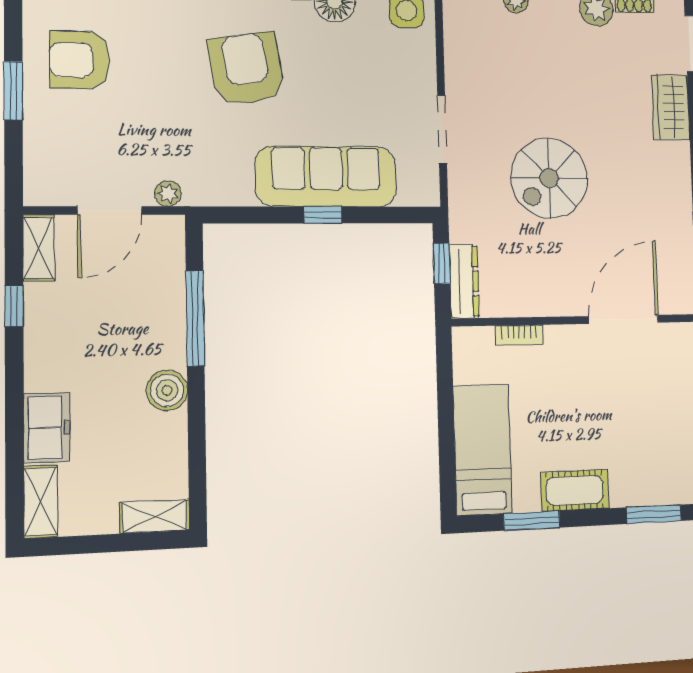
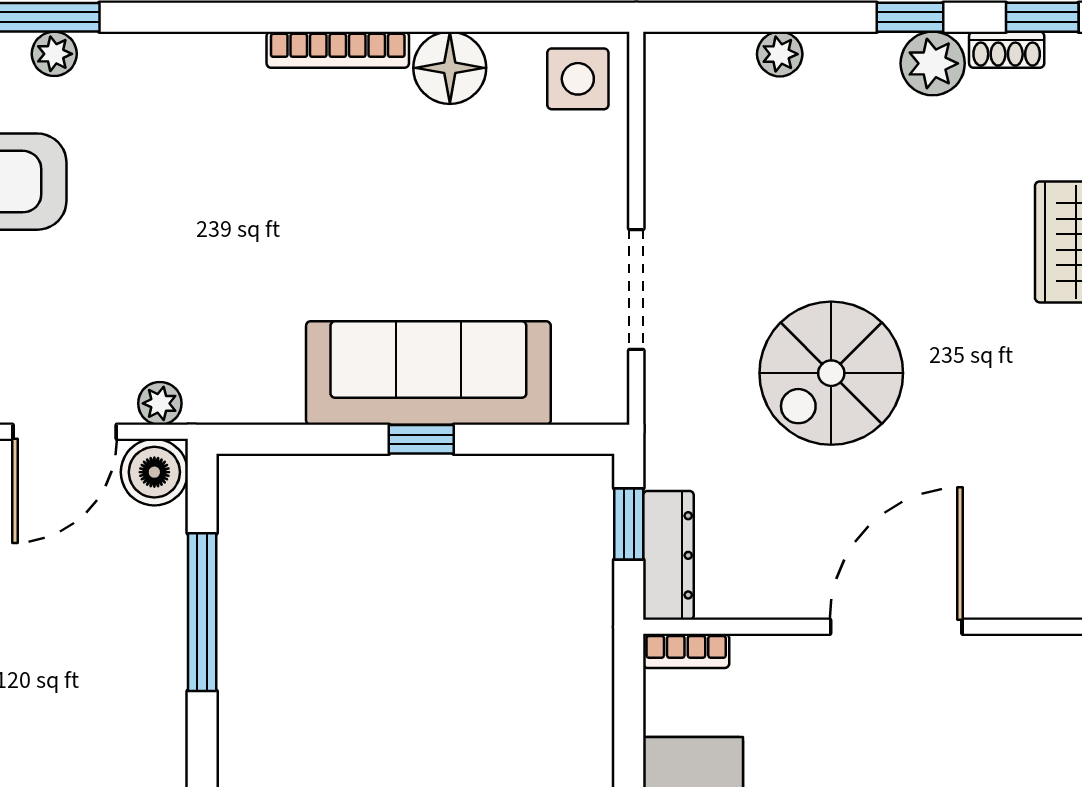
armchair: (246, 69) -> (295, 189), removed
door: (624, 319) -> (896, 627), moved
bookcase: (519, 335) -> (686, 651), moved
boiler: (167, 390) -> (154, 472), moved

